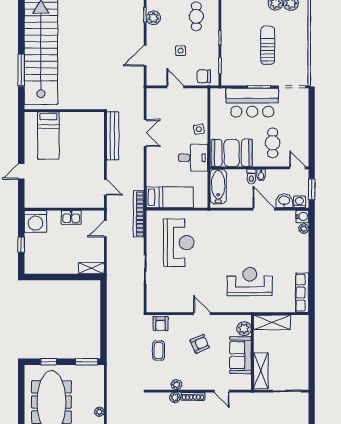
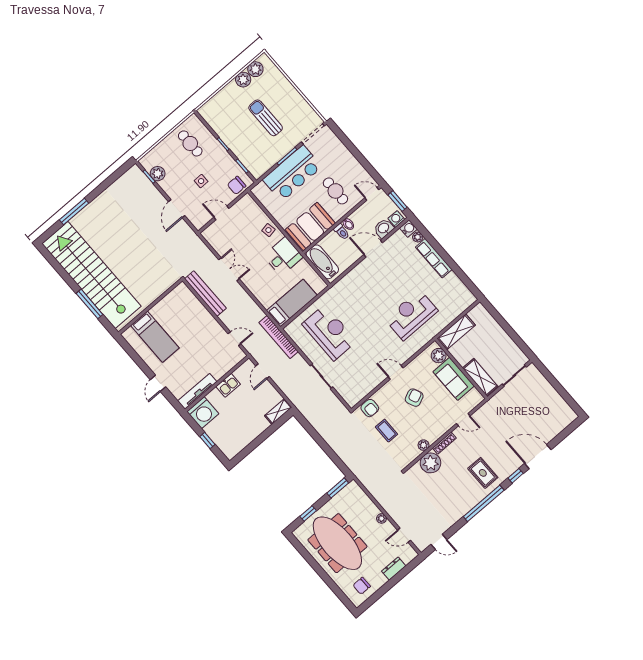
tv unit: (45, 202) -> (197, 391), added
row of seats: (302, 293) -> (434, 258), moved
plant: (175, 397) -> (431, 463), width x1.88, depth x1.88

